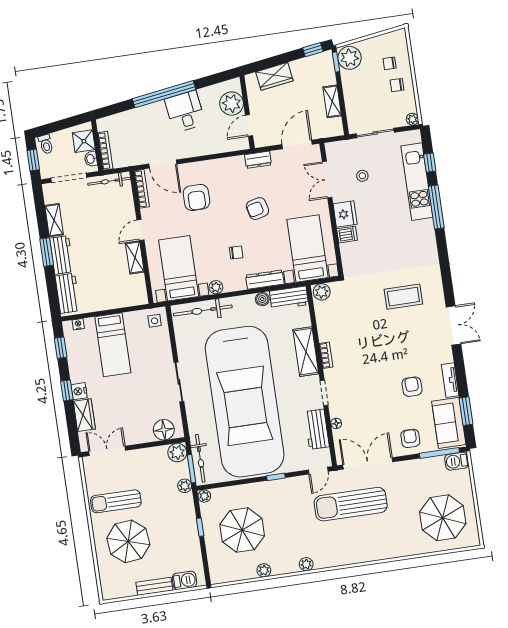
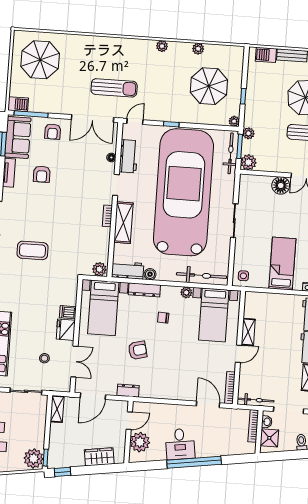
shelving: (332, 101) -> (57, 409), moved
armchair: (196, 197) -> (186, 371), removed
floor lamp: (164, 430) -> (281, 185), moved
sun lounger: (351, 504) -> (114, 88), width x0.73, depth x0.75

